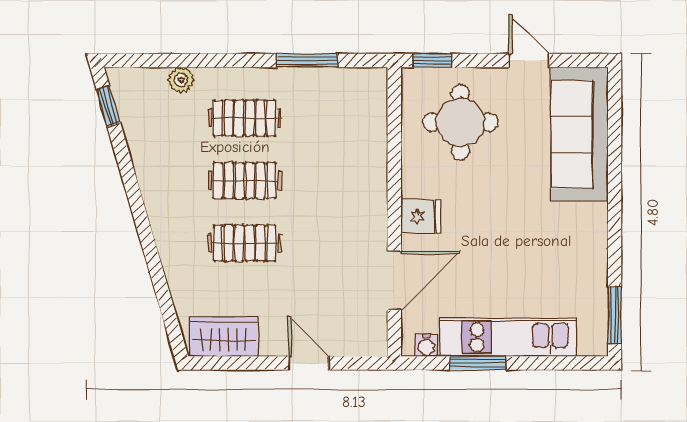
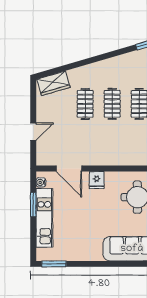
wardrobe: (224, 337) -> (53, 83), moved, turned 74

